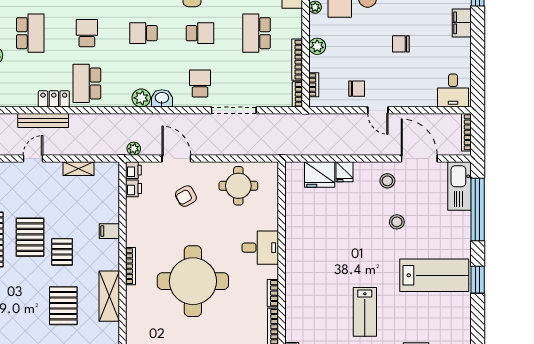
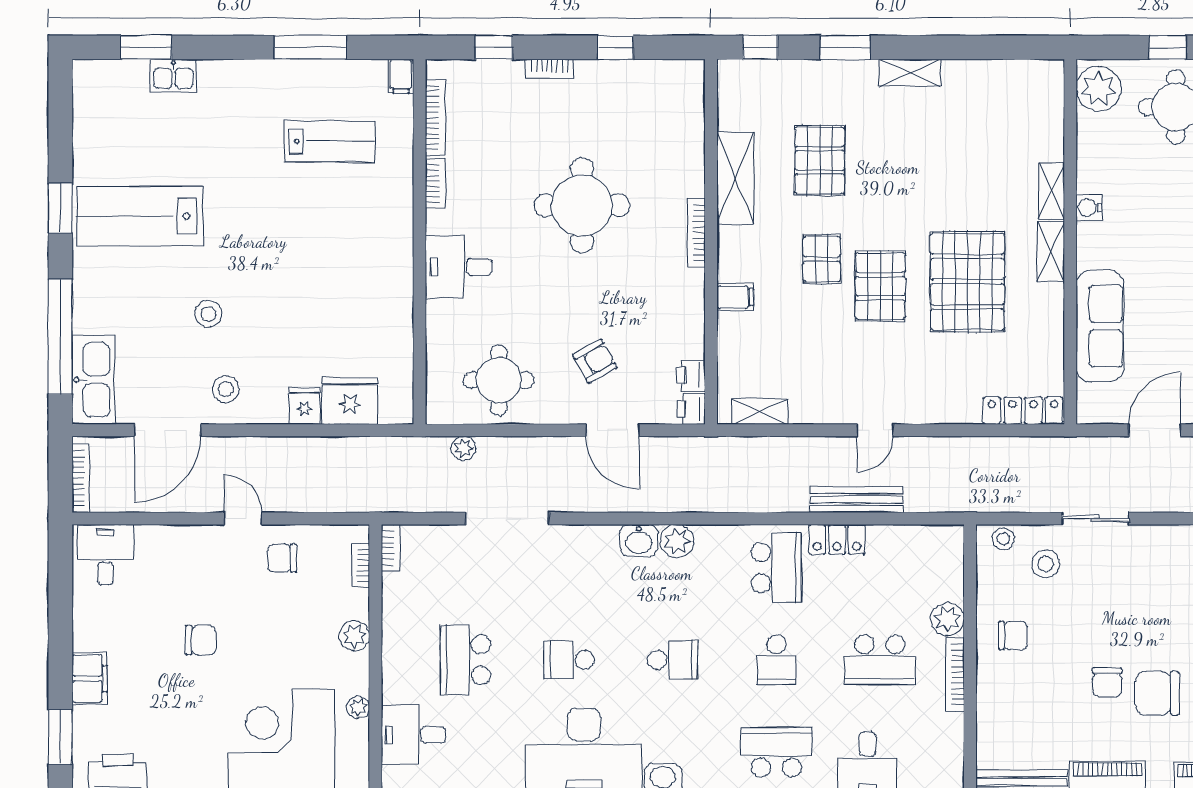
school desk: (30, 33) -> (880, 660), turned -90
school desk: (257, 33) -> (465, 660), turned 180
bookcase: (297, 60) -> (391, 611), removed
school desk: (200, 83) -> (569, 568), removed
plant: (134, 149) -> (464, 448), moved
door: (419, 158) -> (167, 430), hinge flipped
shelving: (78, 169) -> (760, 412), moved
round table: (193, 281) -> (582, 205), width x0.73, depth x0.73
lab bench: (365, 312) -> (330, 141), moved, turned 90

